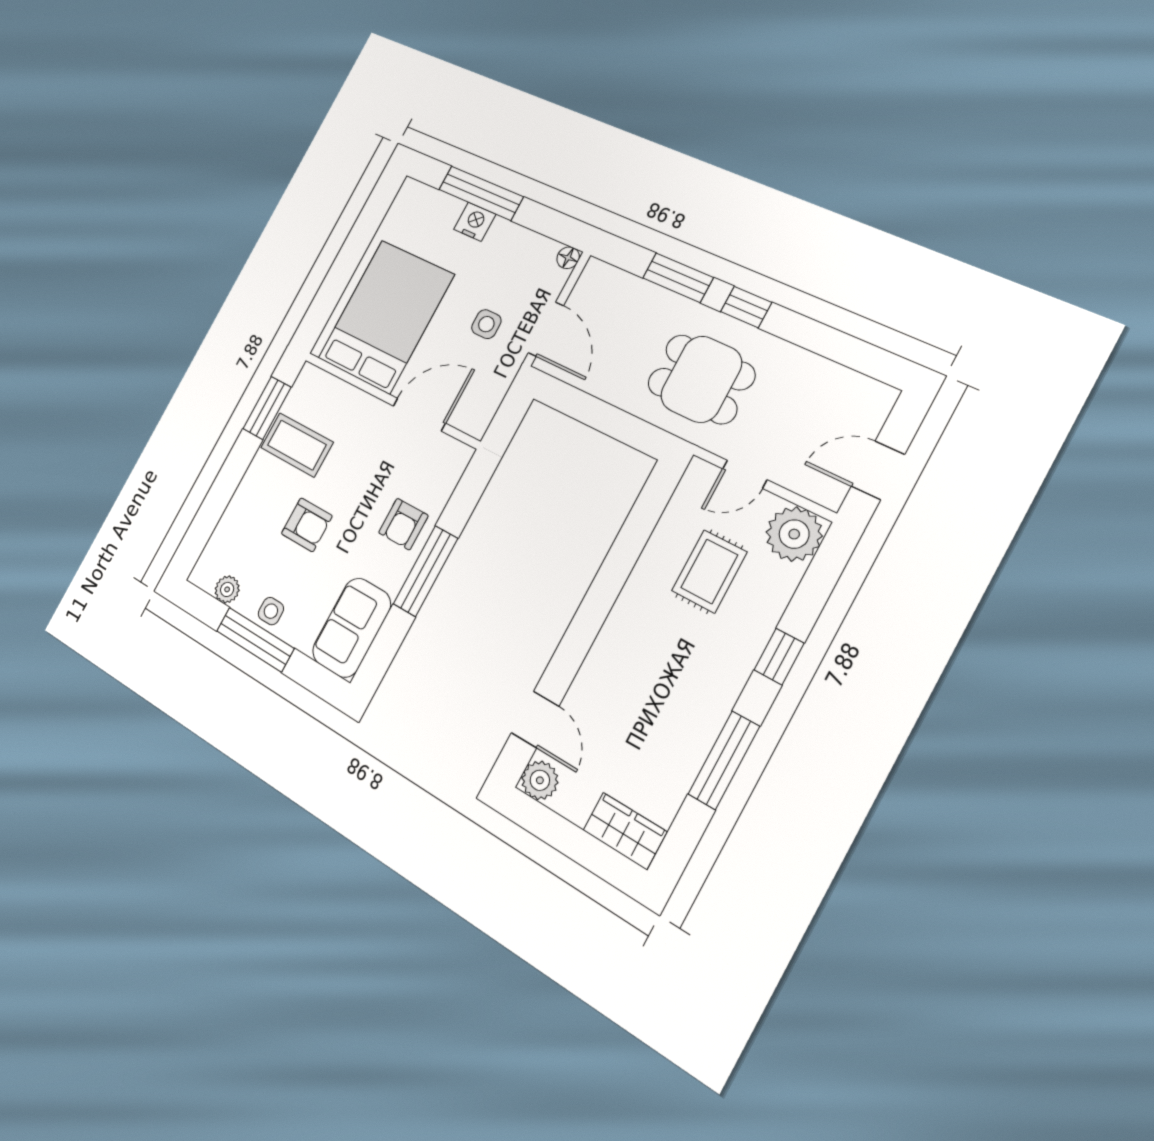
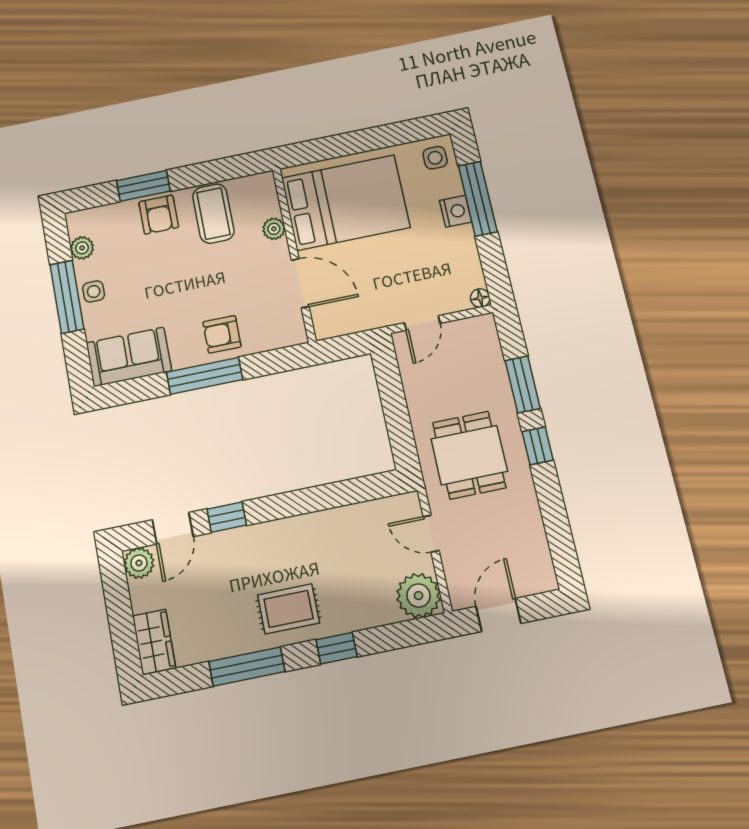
side table: (486, 324) -> (435, 158), moved
door: (546, 329) -> (422, 323), width x0.73
plant: (354, 400) -> (274, 229), added
window: (267, 408) -> (143, 186), moved
door: (878, 470) -> (498, 615), hinge flipped
armchair: (307, 525) -> (159, 215), moved
rug: (709, 571) -> (288, 609), moved
window: (567, 659) -> (227, 517), added

